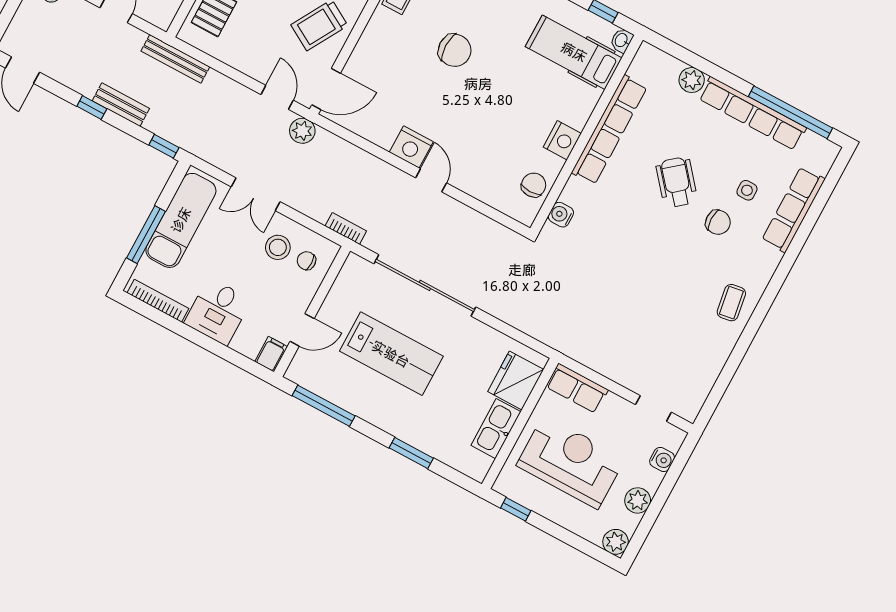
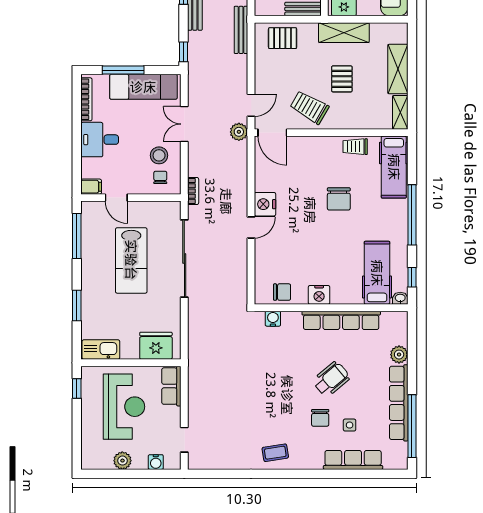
kitchen sink: (496, 429) -> (101, 350), moved
plant: (616, 542) -> (90, 461), removed

